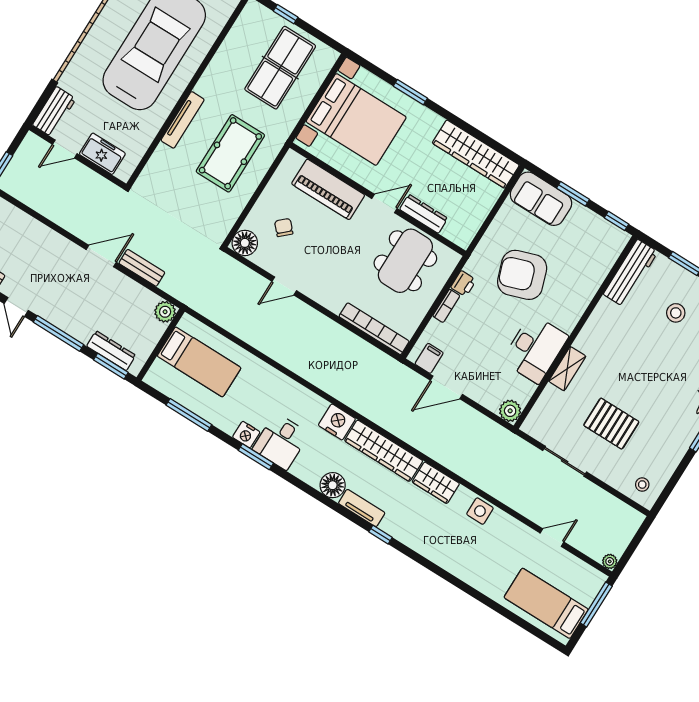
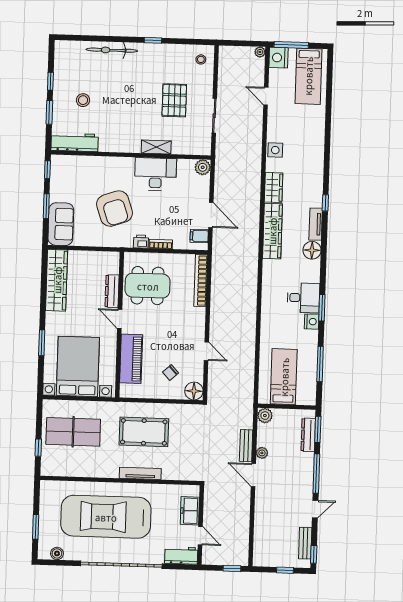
plant: (122, 282) -> (262, 453), added
nightstand: (337, 422) -> (278, 58), moved

